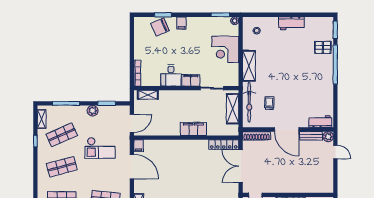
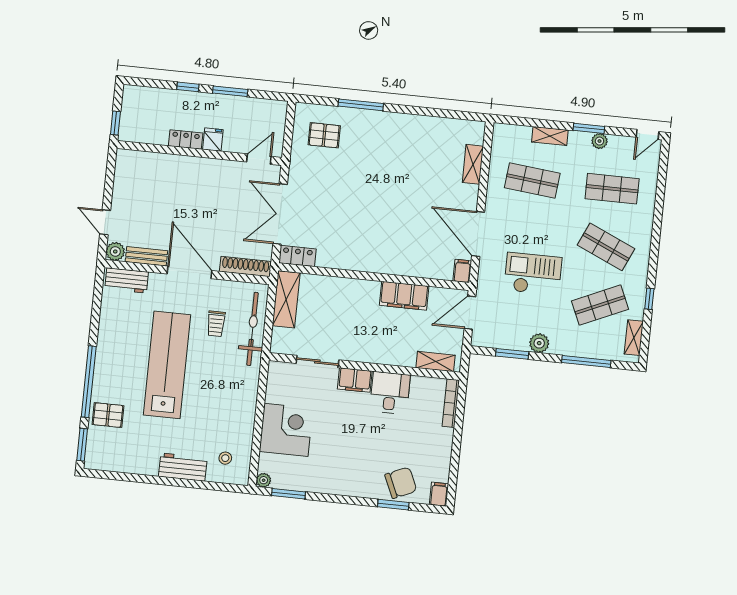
filing cabinet: (181, 23) -> (439, 494), moved
workbench: (291, 23) -> (183, 467), moved
shelving: (249, 66) -> (246, 395), removed
lab bench: (294, 78) -> (167, 365), added
shelving: (233, 109) -> (286, 299), moved
filing cabinet: (193, 129) -> (404, 296), moved
locker: (224, 145) -> (297, 256), width x0.66
double door: (241, 166) -> (280, 214), swing flipped
shop shelf: (62, 167) -> (606, 247), turned 39

